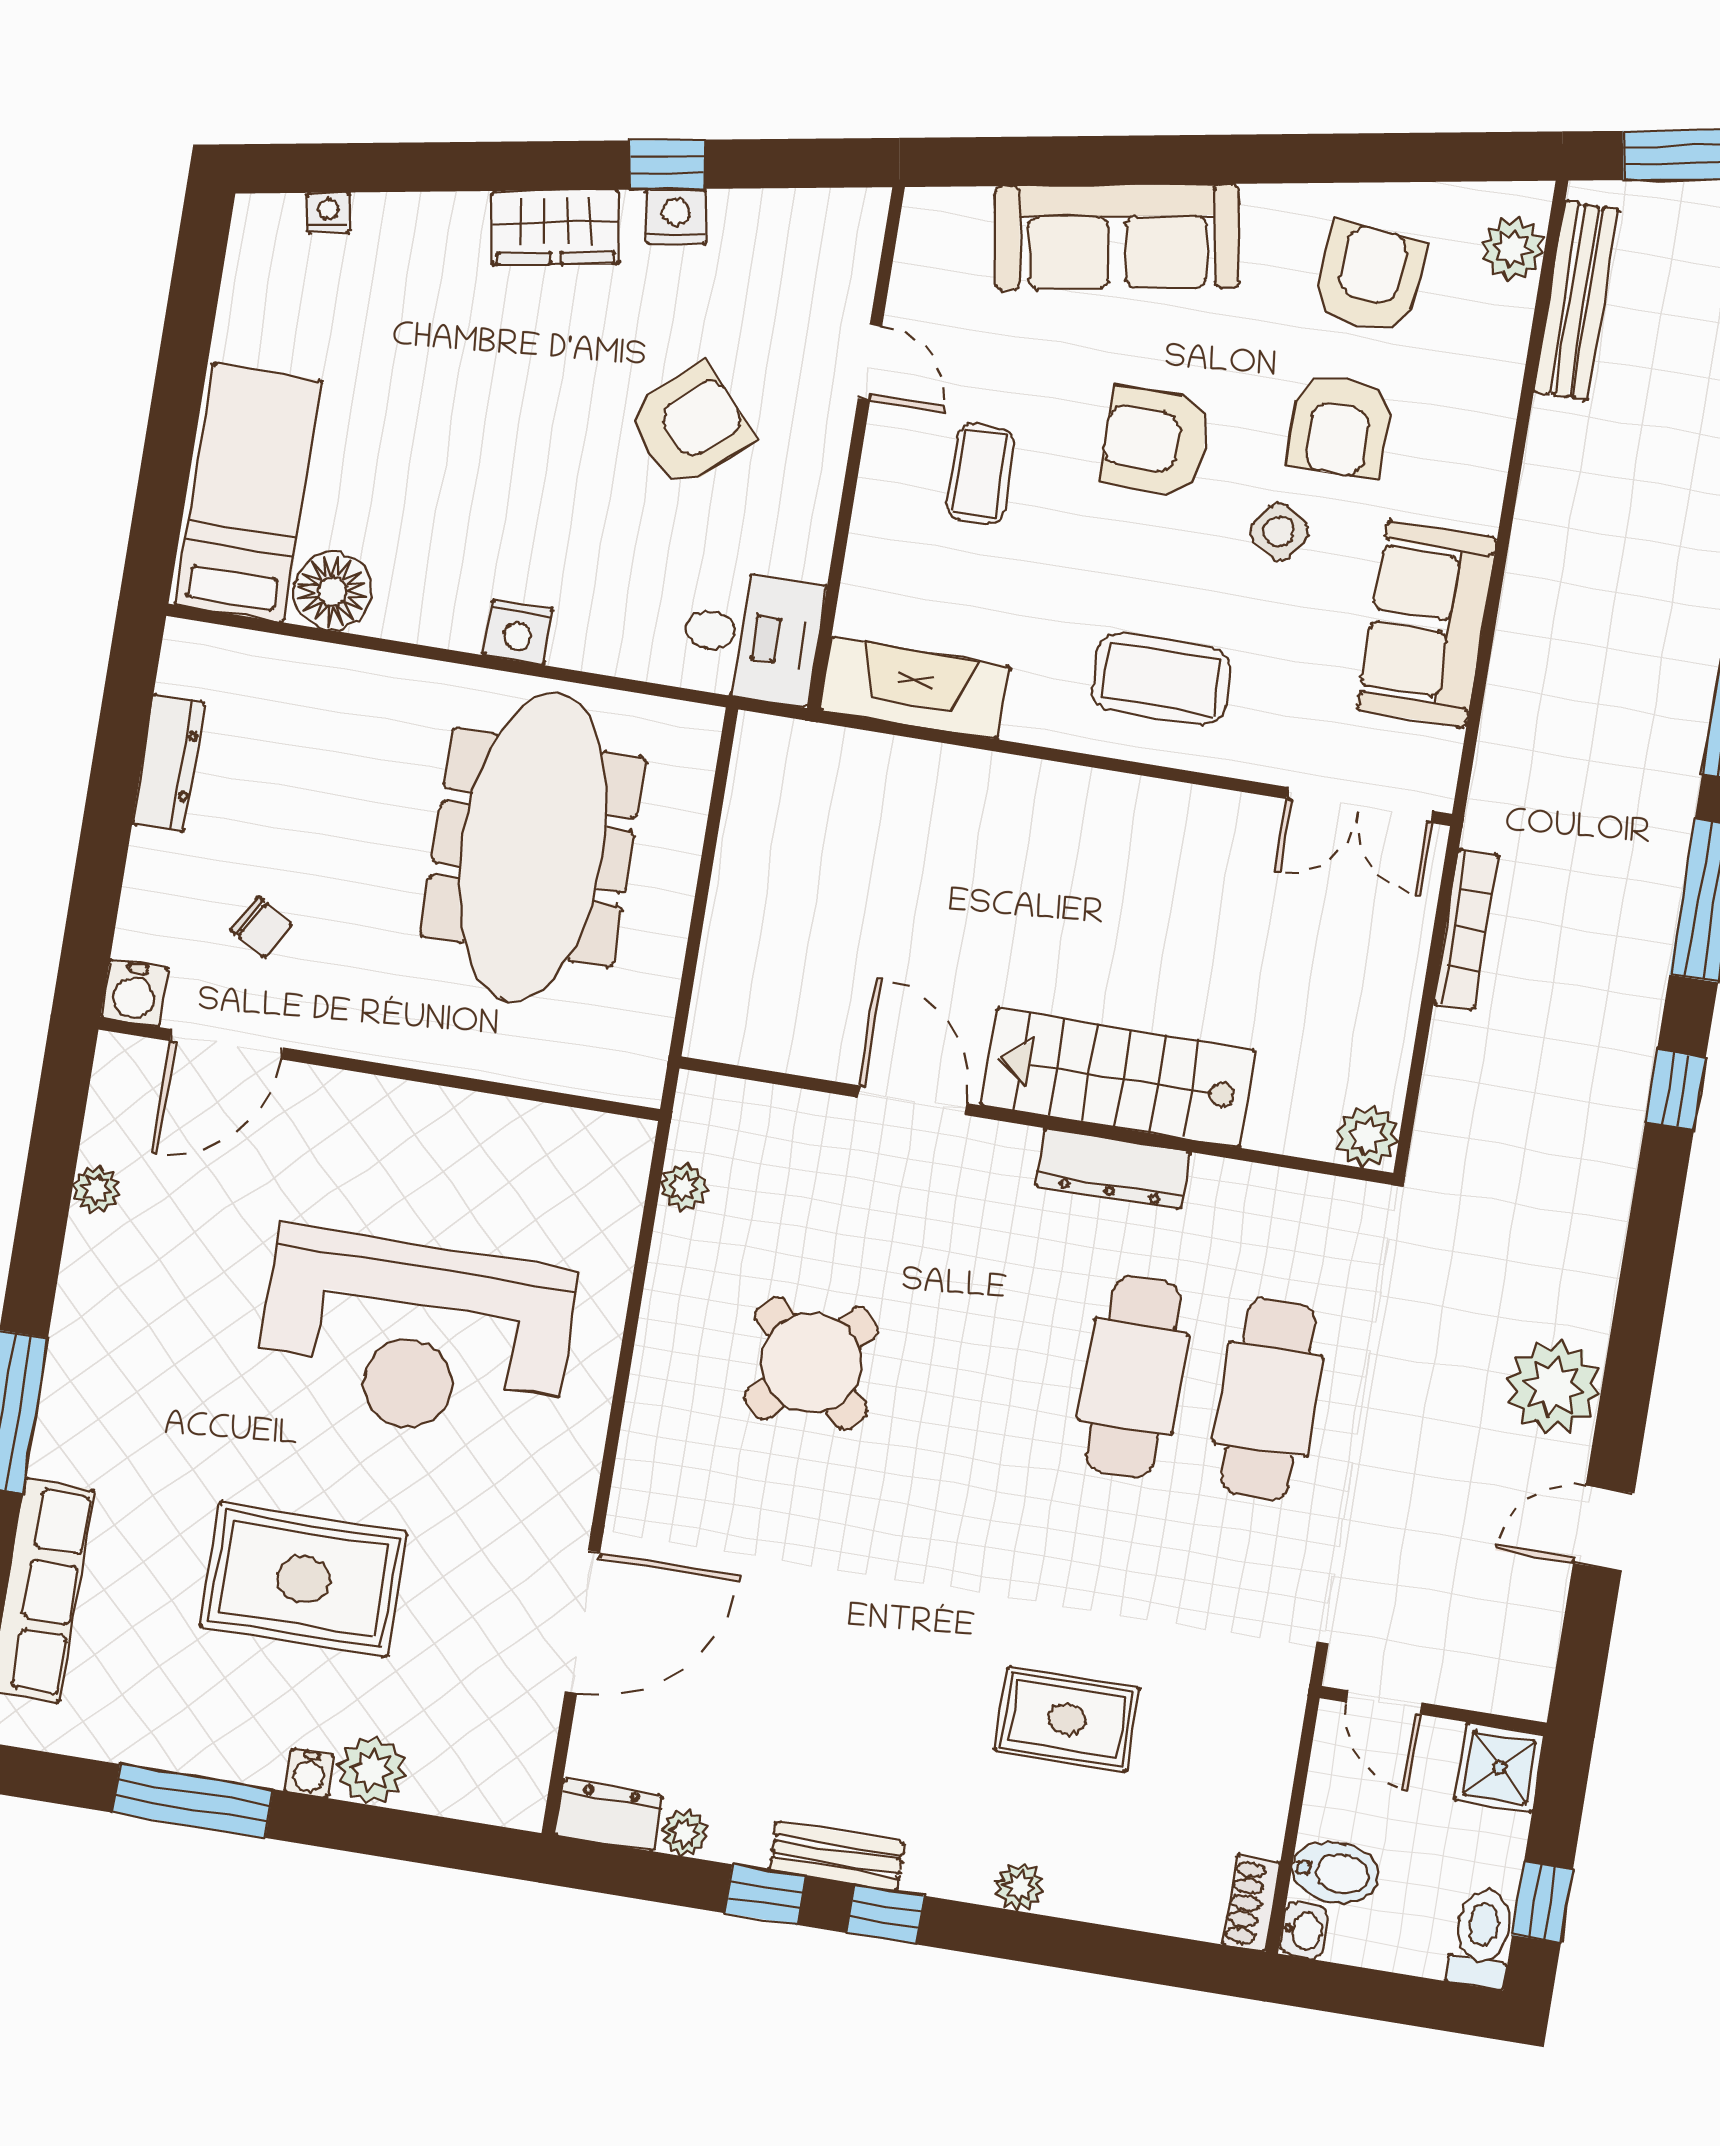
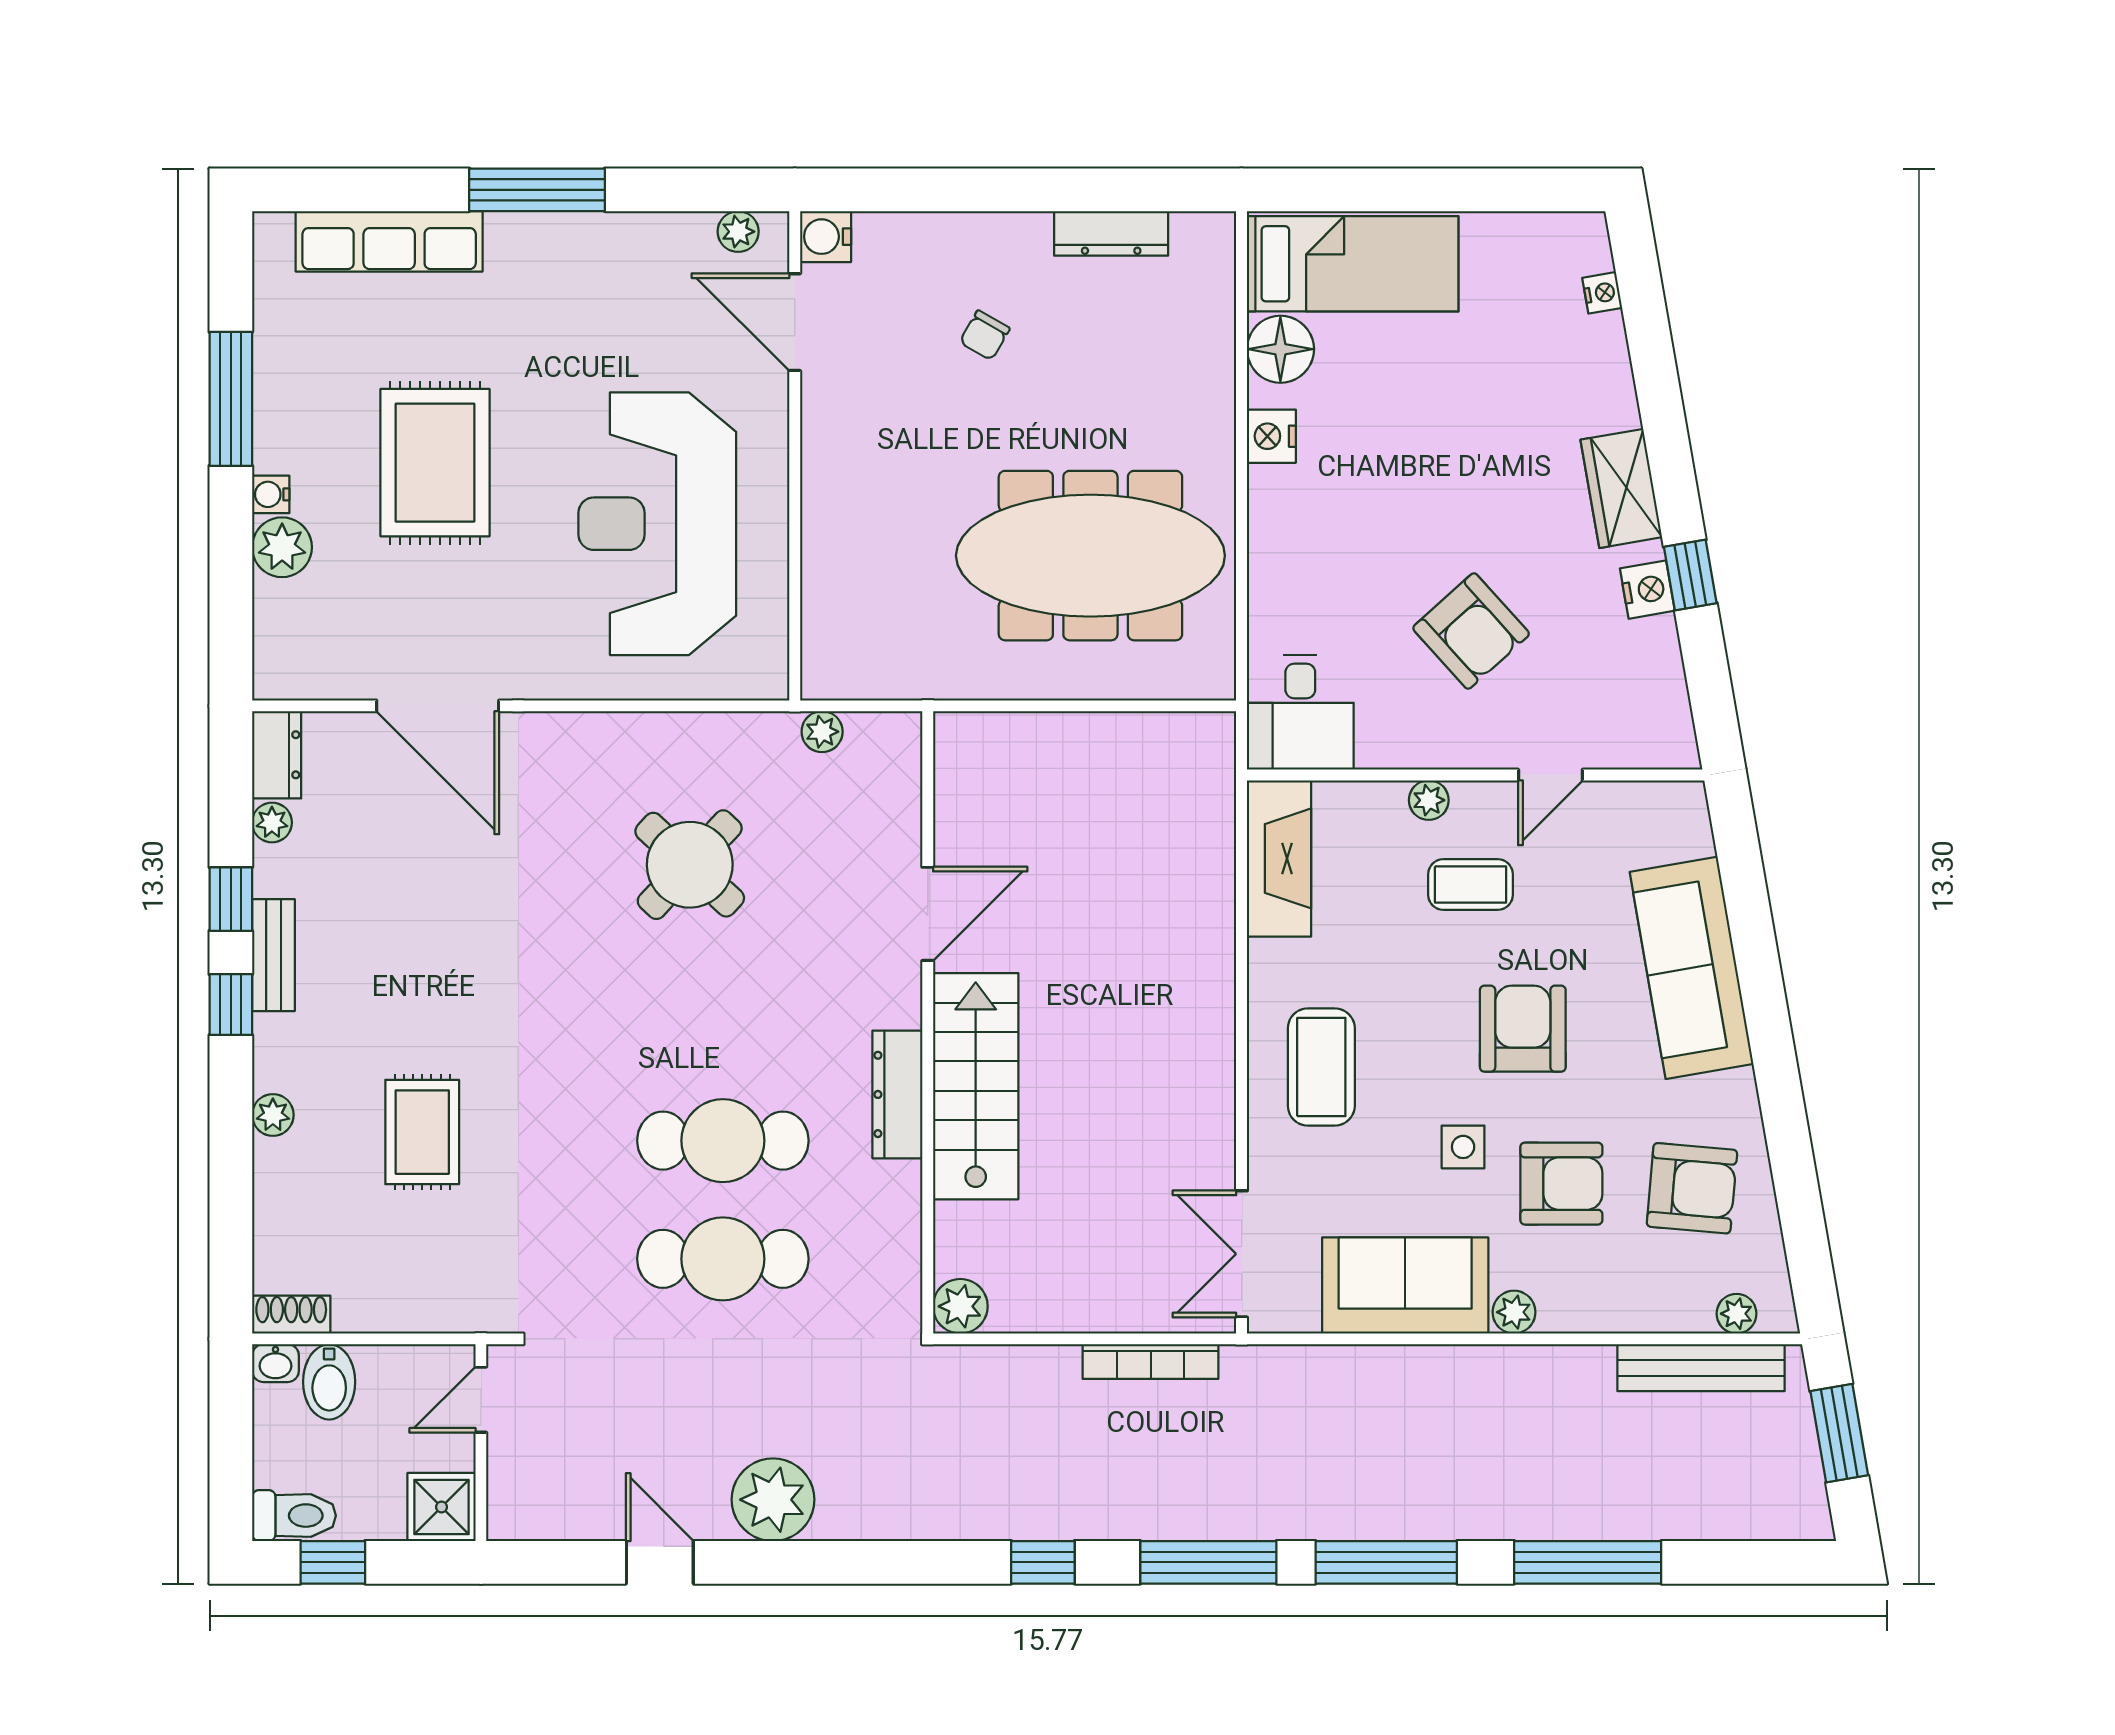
plant: (1512, 249) -> (1737, 1314), width x0.73, depth x0.73
armchair: (1339, 426) -> (1561, 1184), turned 180
plant: (1478, 504) -> (1514, 1312), added
plant: (876, 506) -> (1429, 800), added
side table: (1279, 532) -> (1463, 1147), turned -34
nightstand: (518, 632) -> (1271, 436), moved
water cooler: (134, 993) -> (826, 237), moved
door: (226, 1044) -> (795, 322), moved
wall: (379, 1069) -> (795, 456), moved

